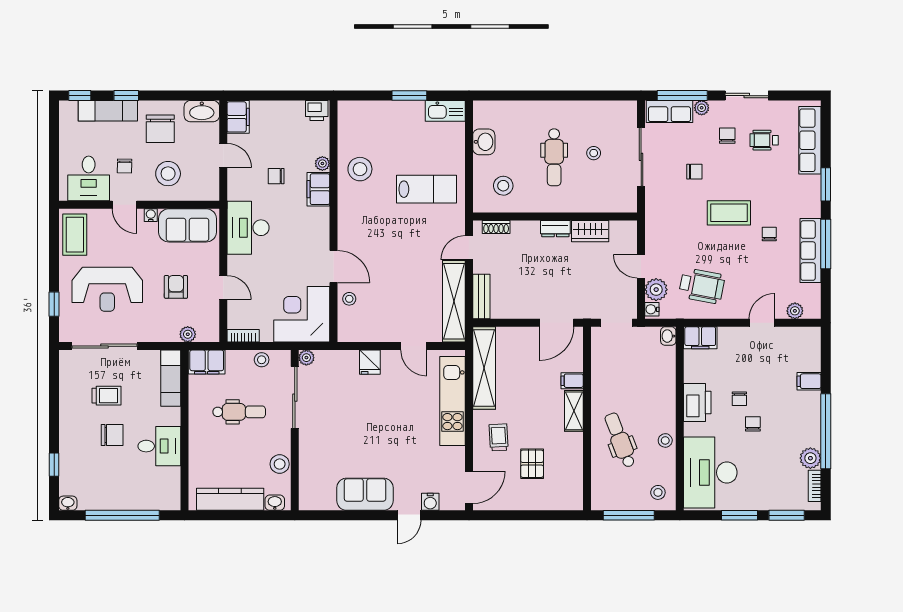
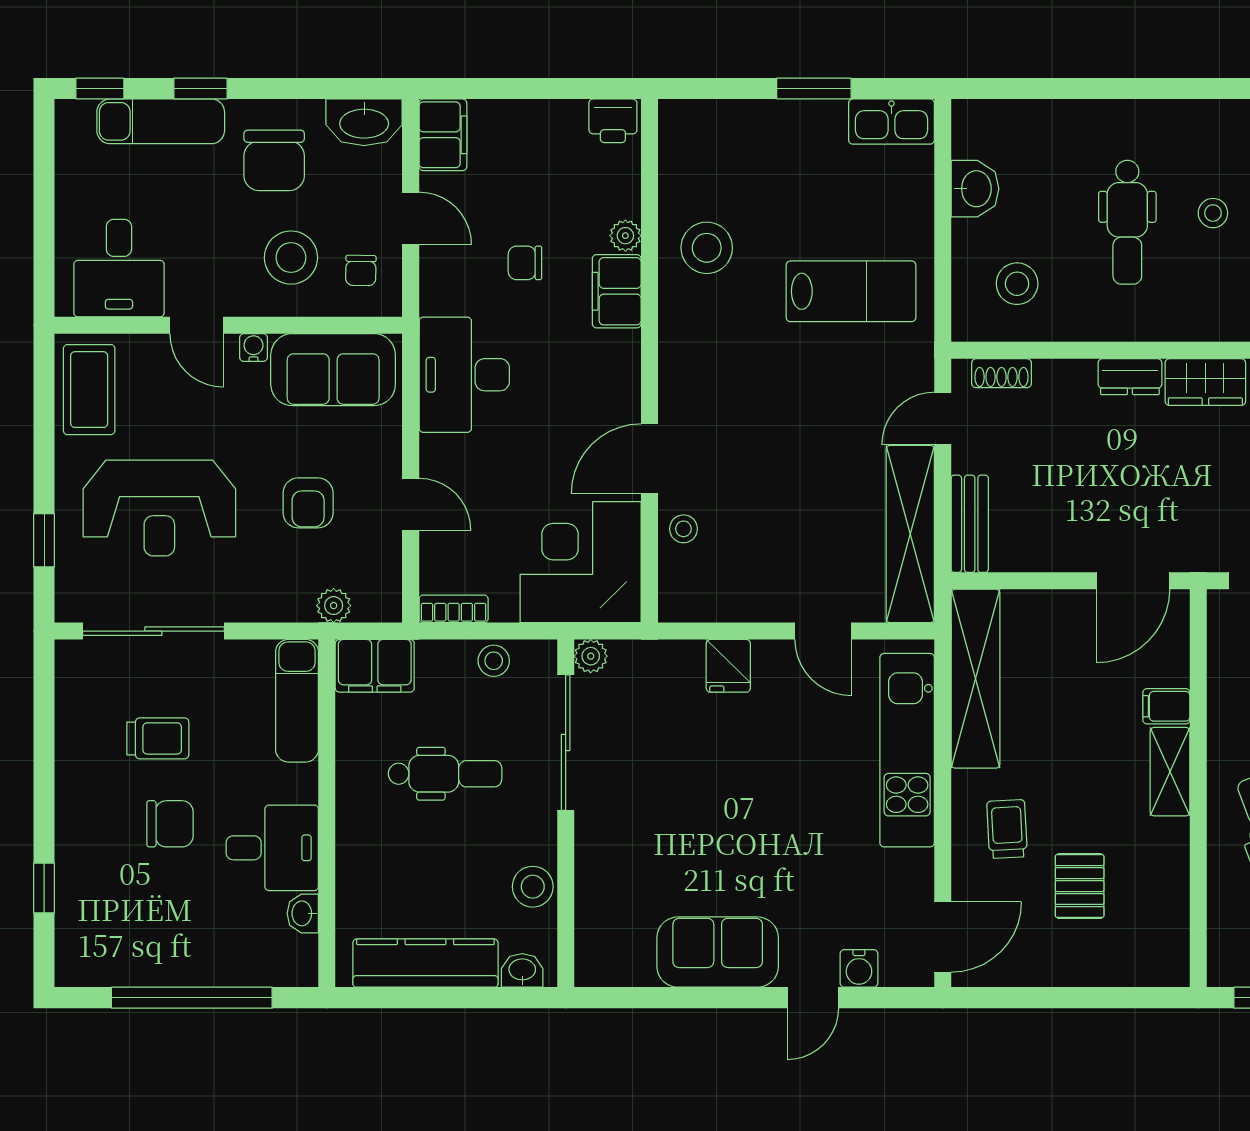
chair: (125, 166) -> (361, 271), moved
door: (334, 266) -> (649, 459), swing flipped
armchair: (176, 287) -> (308, 503), turned 180
washbasin: (68, 503) -> (303, 913), moved, turned -90

